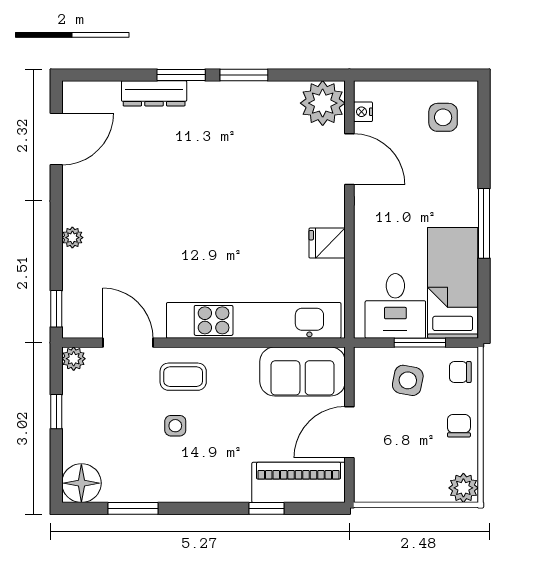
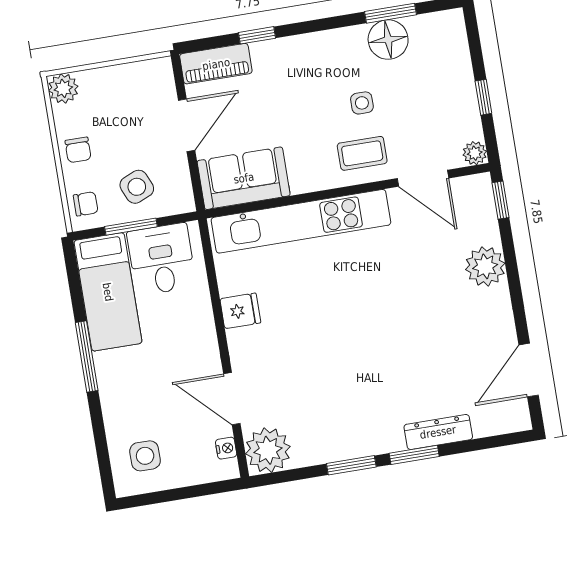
plant: (72, 238) -> (485, 266), width x1.88, depth x1.88
side table: (408, 380) -> (137, 187), turned -34
piano: (299, 482) -> (216, 64), width x0.73, depth x0.75
floor lamp: (81, 483) -> (388, 40), moved

